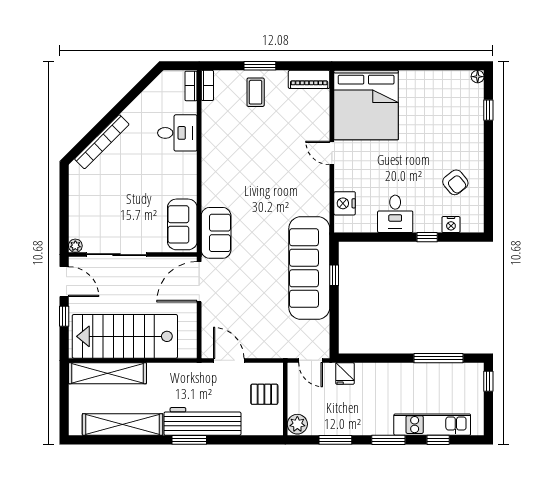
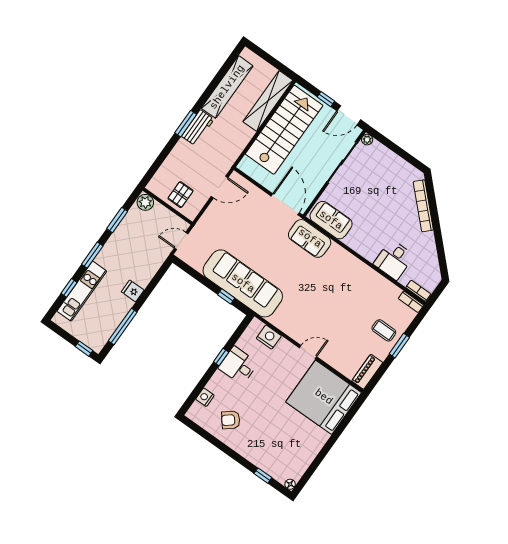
window: (427, 237) -> (221, 357), moved
fridge: (345, 374) -> (133, 291), moved
workbench: (202, 421) -> (198, 128), width x0.53, depth x0.76

